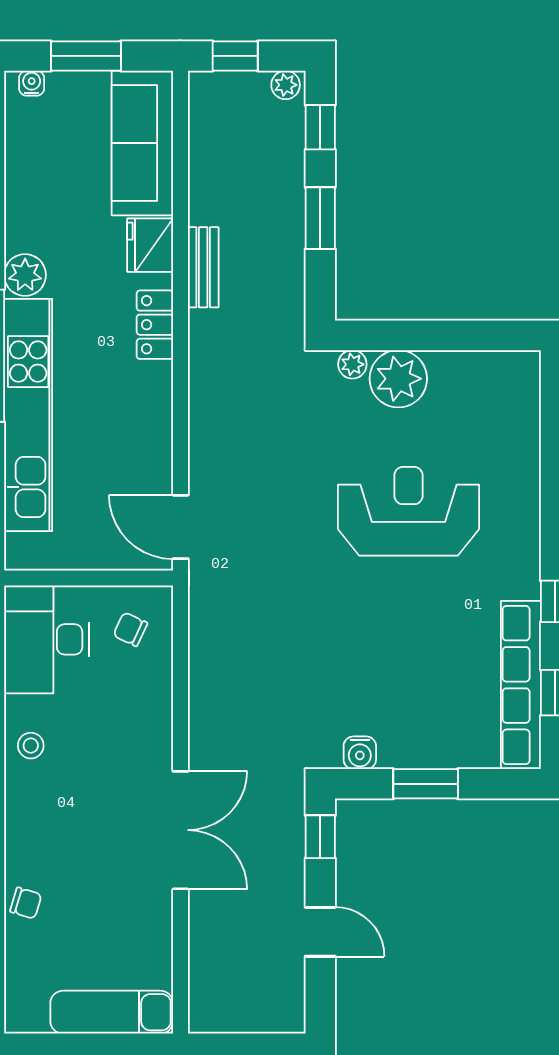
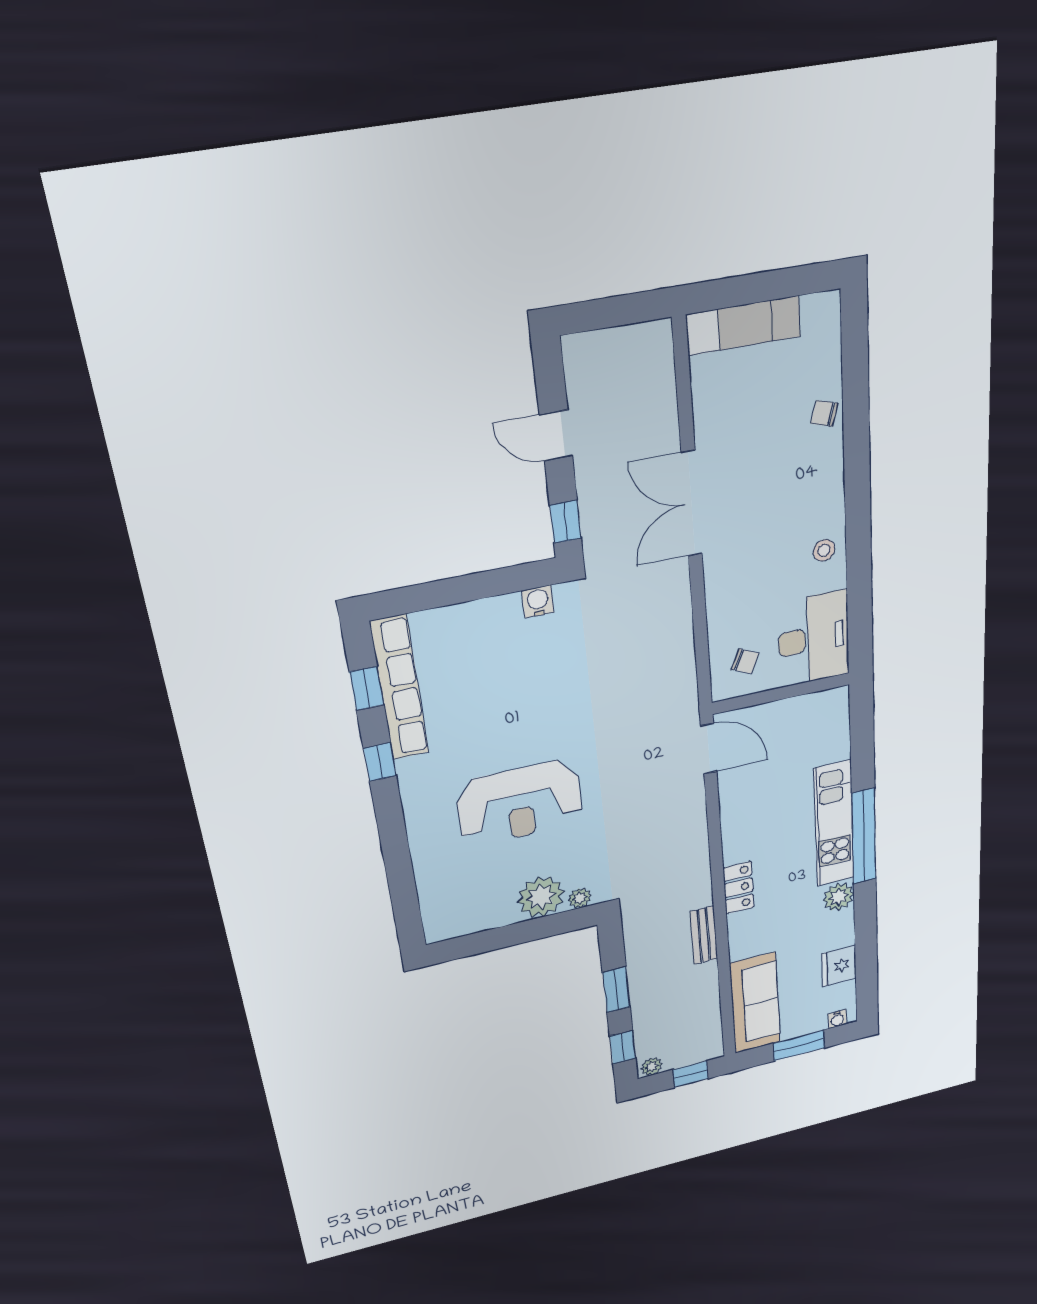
fridge: (150, 245) -> (839, 966), moved, turned 180
kitchen unit: (28, 415) -> (834, 824), width x0.73
window: (426, 784) -> (474, 587), removed

